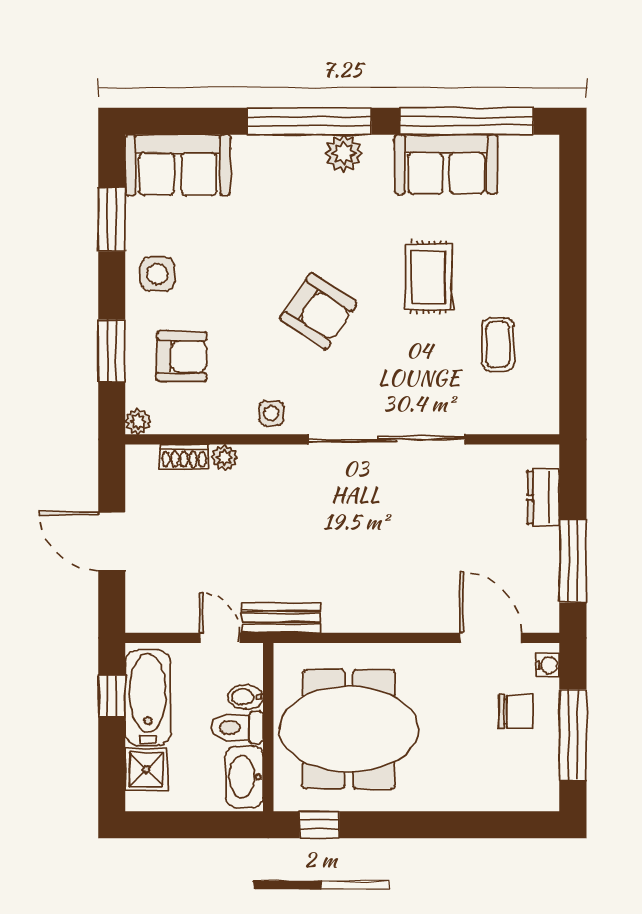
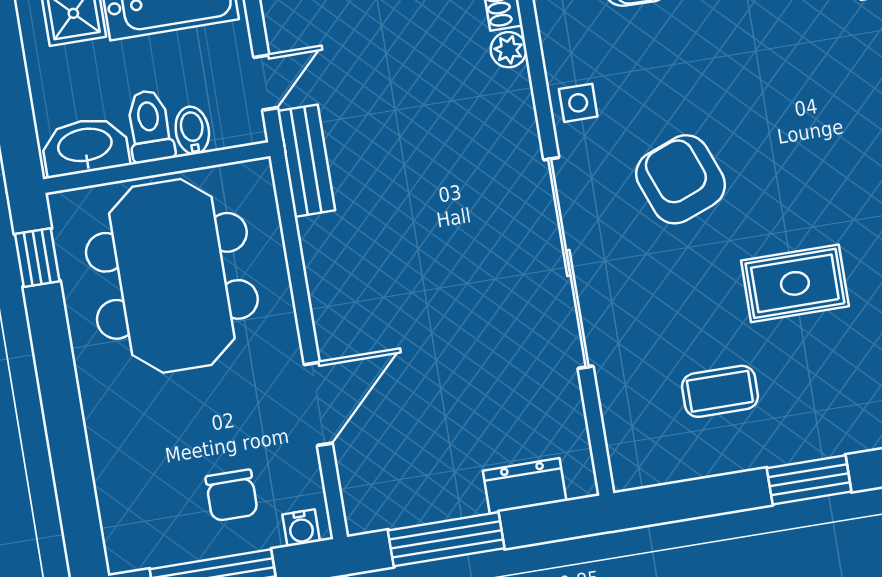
window: (573, 290) -> (809, 480), added
armchair: (318, 311) -> (681, 179), moved, turned 125
door: (491, 638) -> (318, 404), moved

